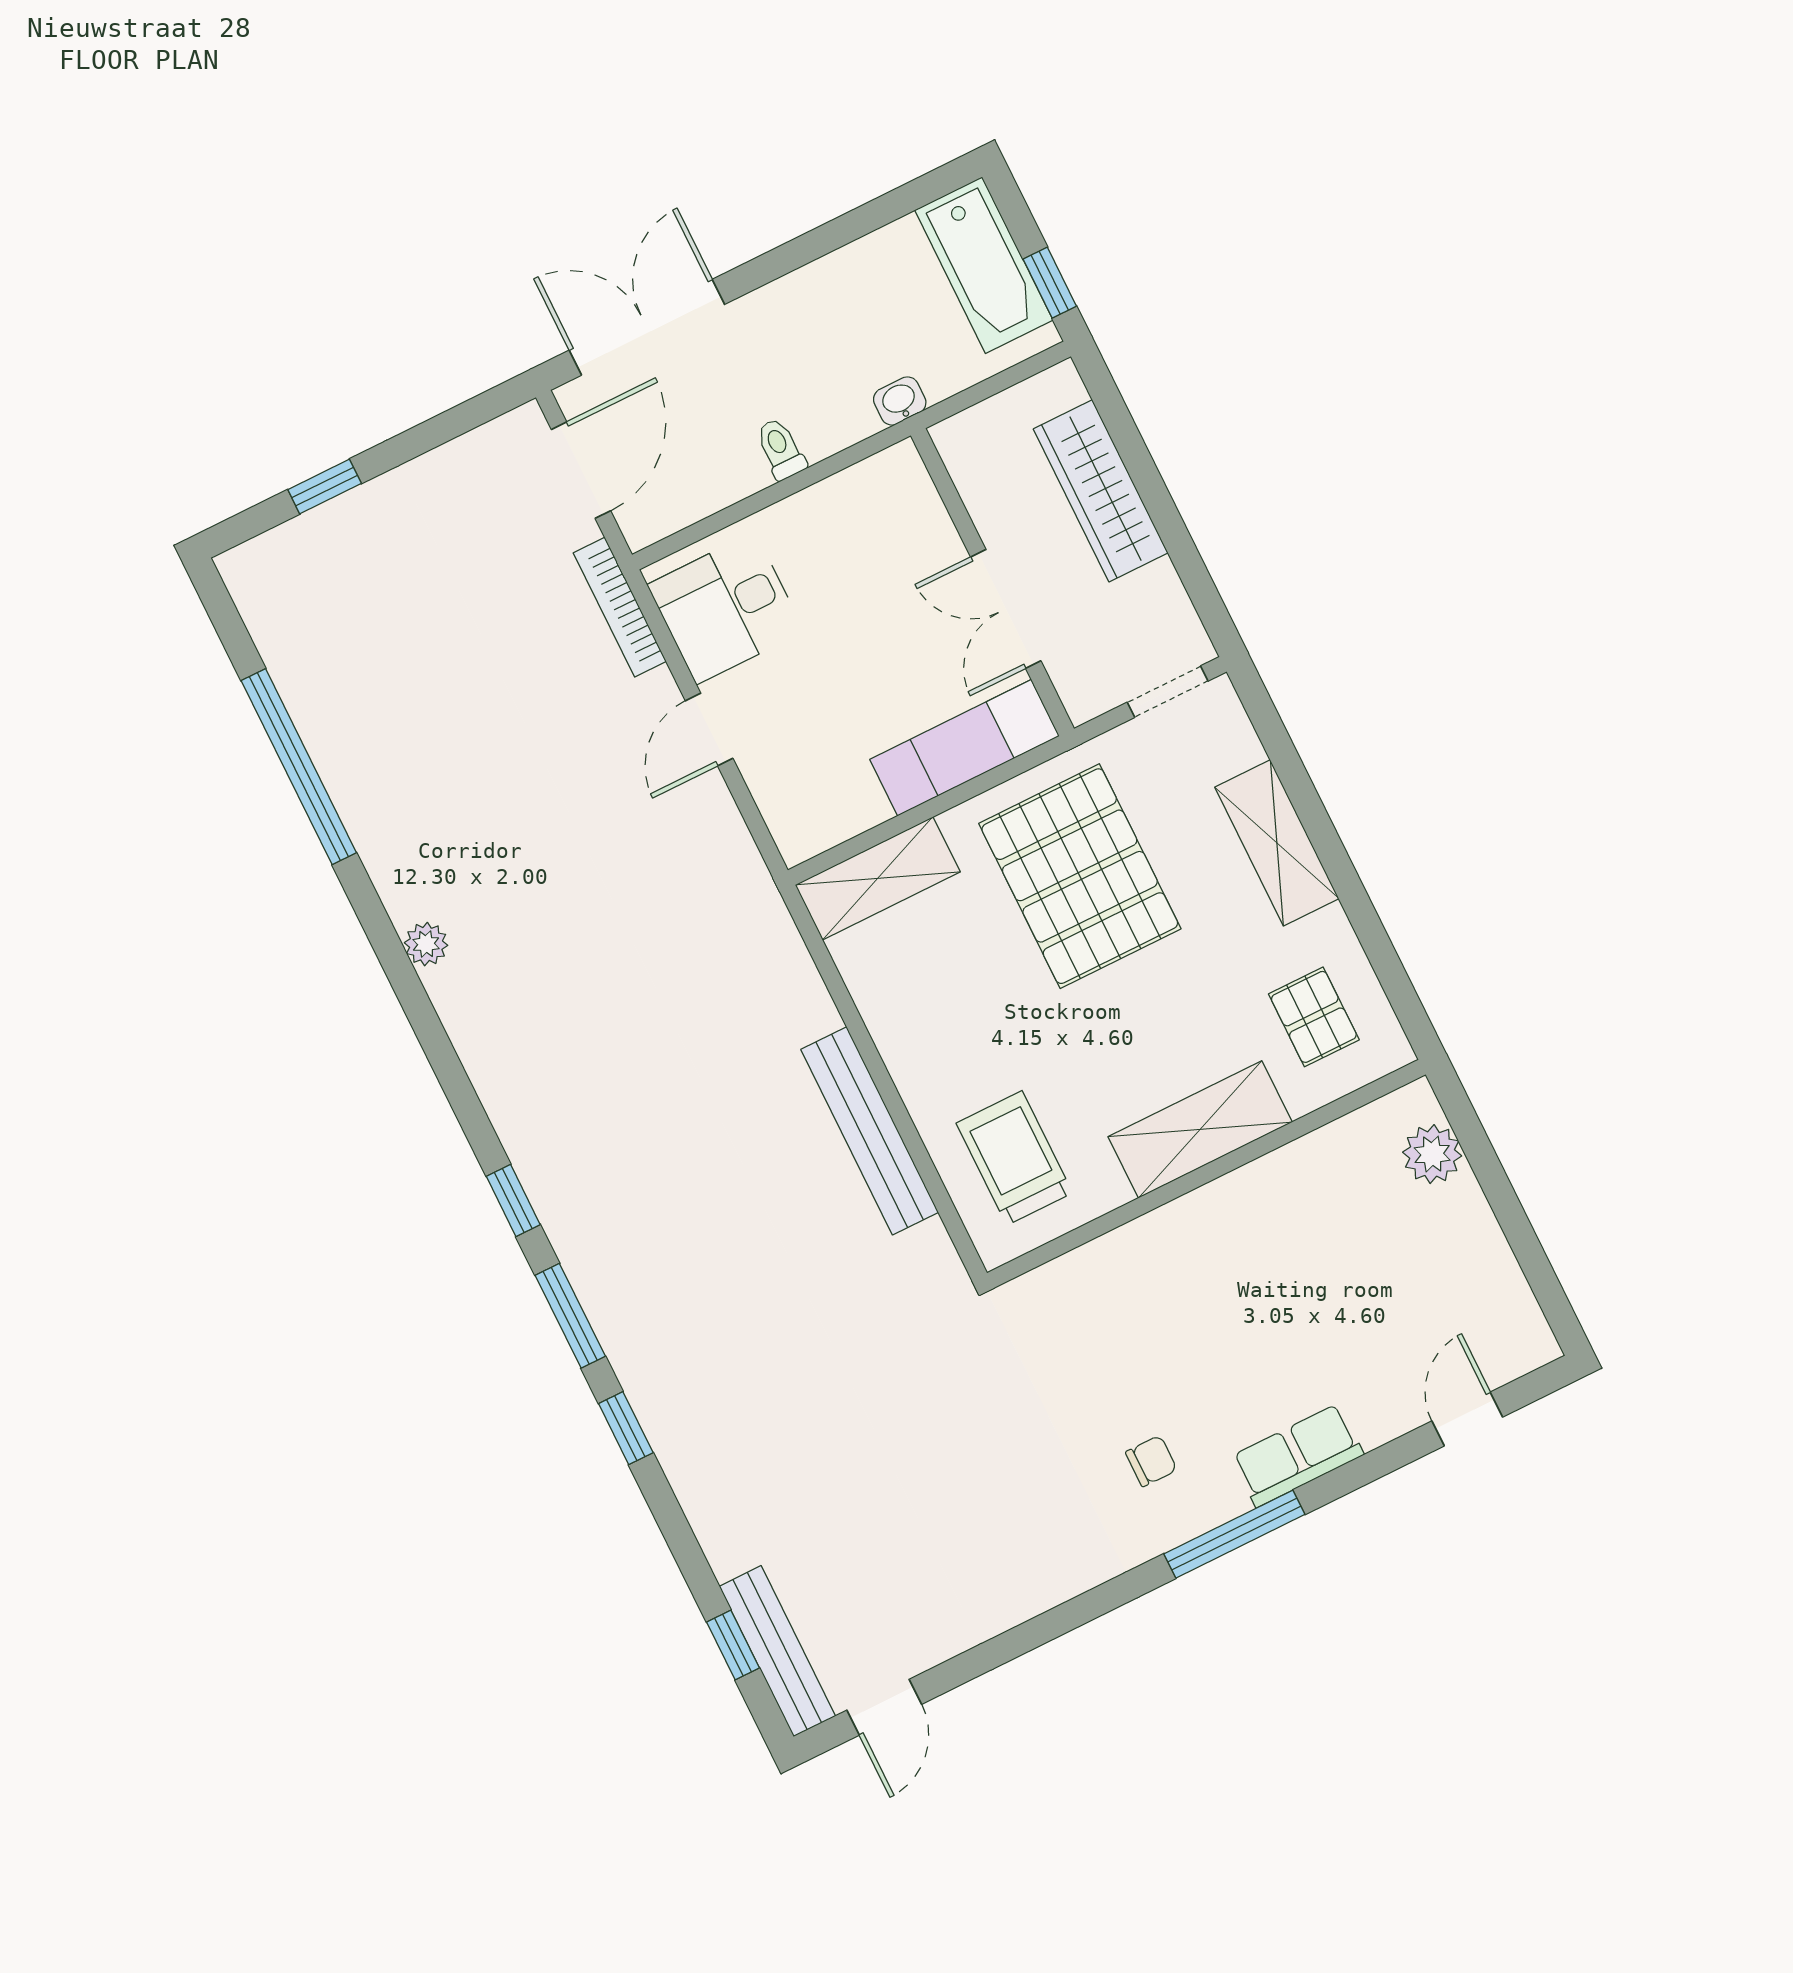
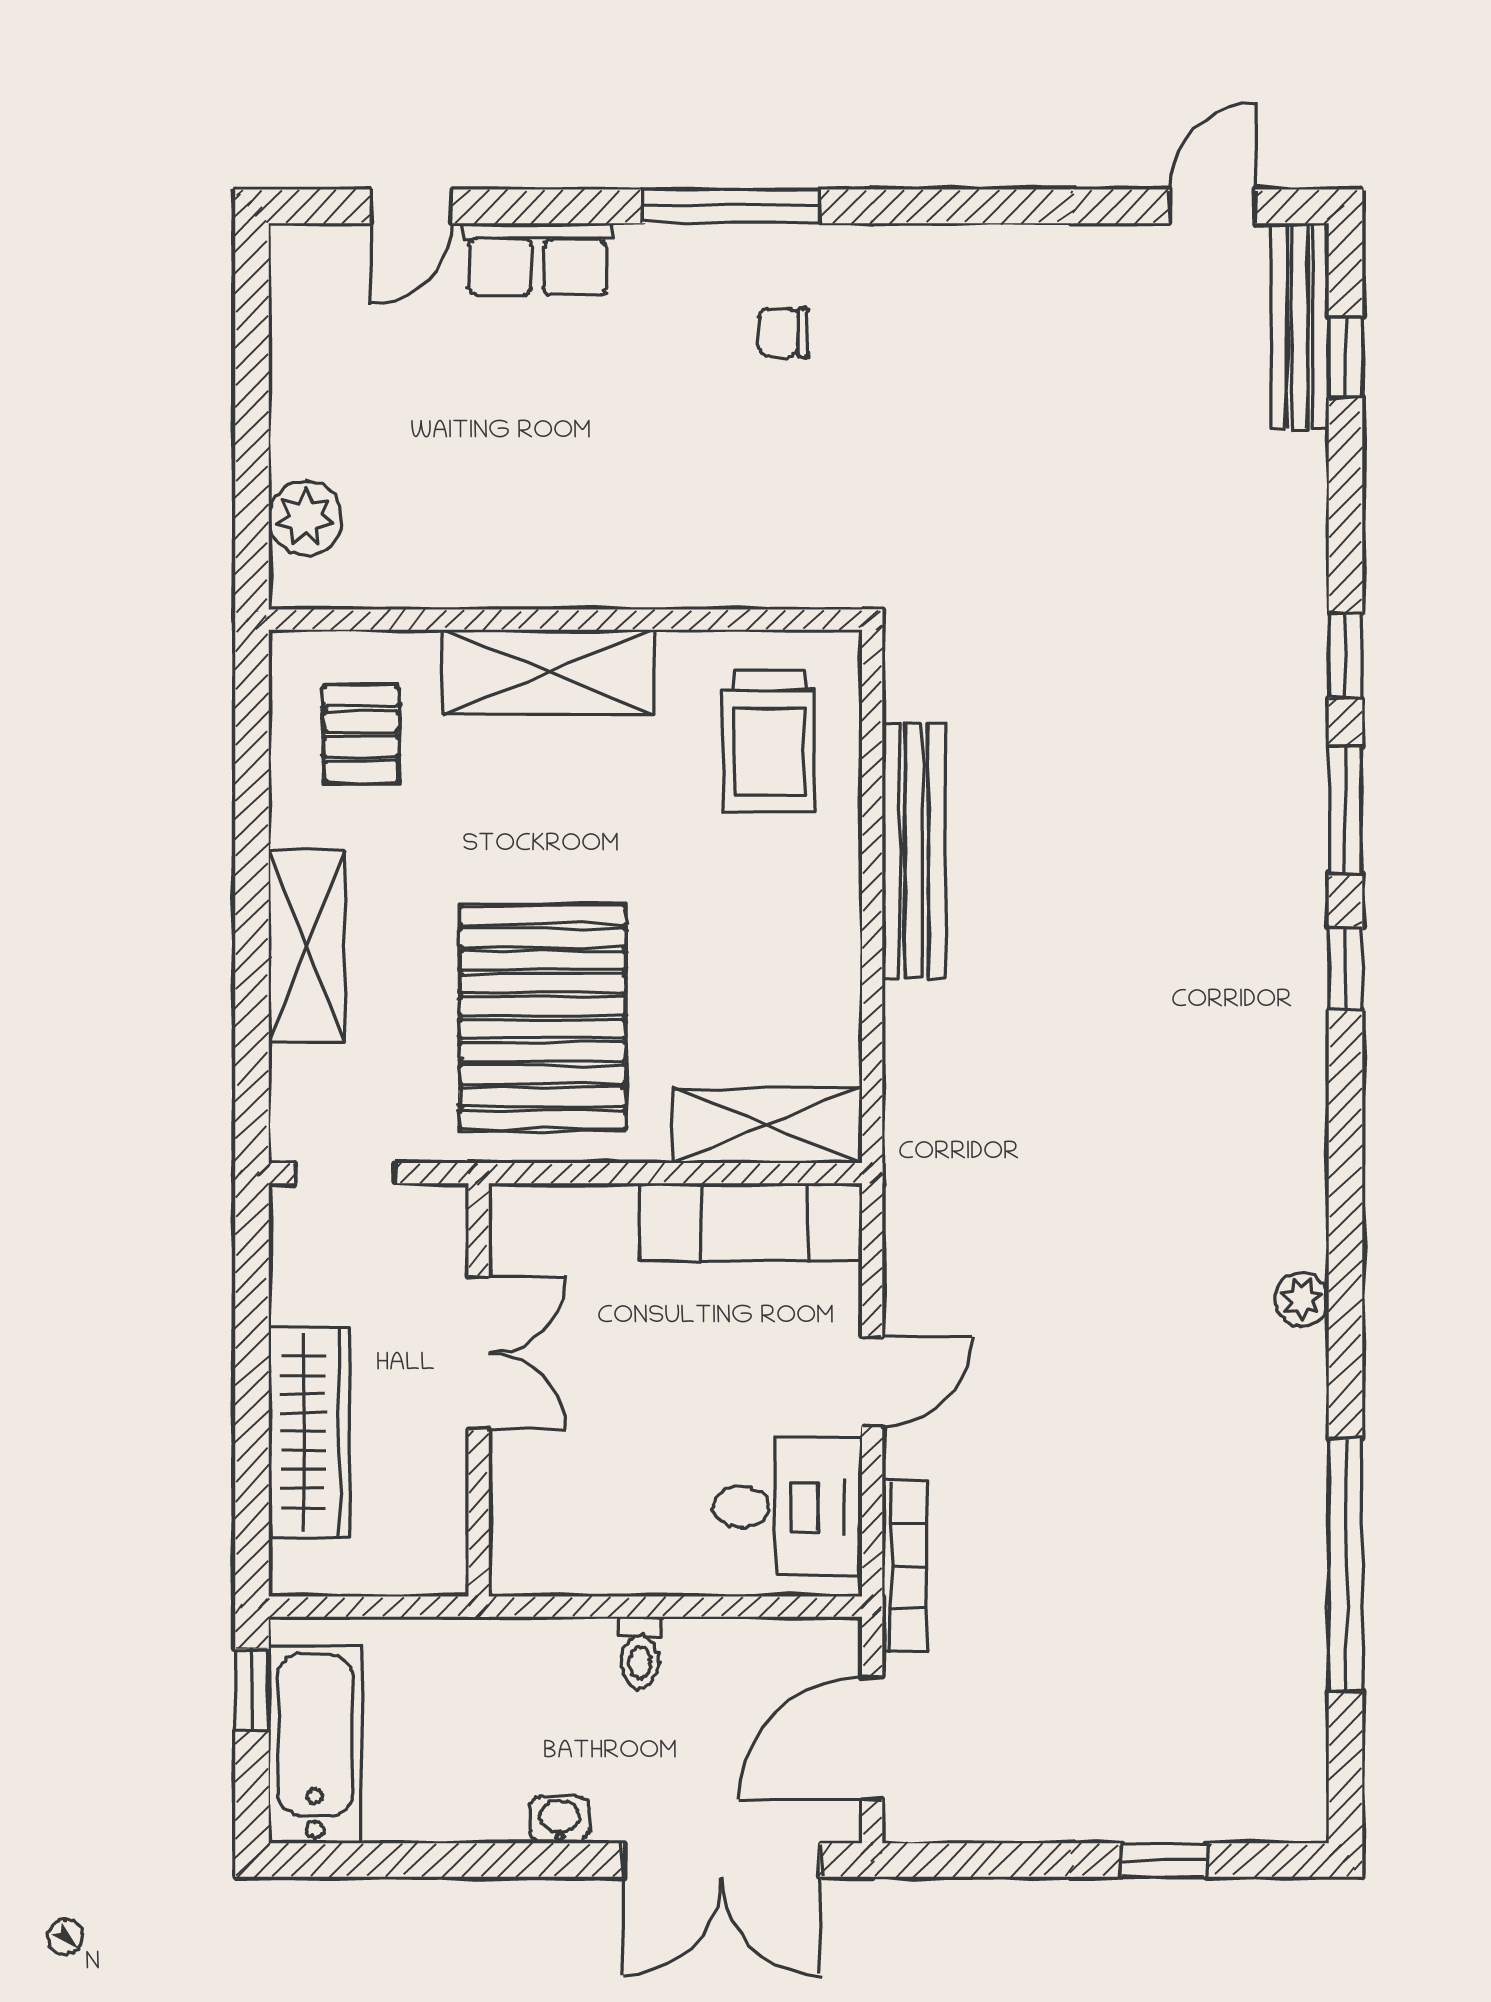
washbasin: (900, 401) -> (560, 1819), moved, turned 180
exam couch: (965, 748) -> (751, 1222), moved
row of seats: (1298, 1455) -> (538, 259), moved

